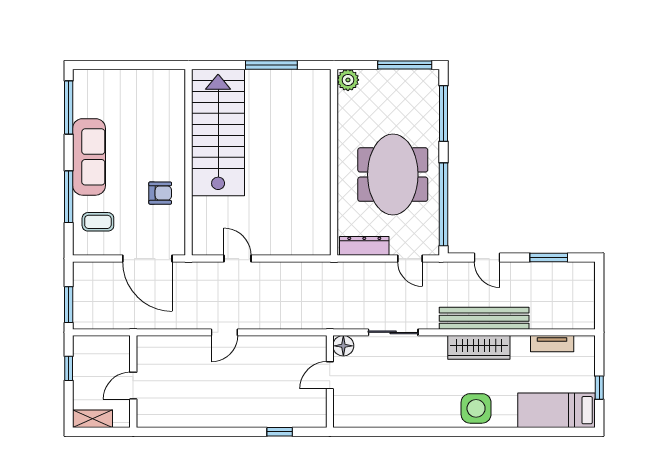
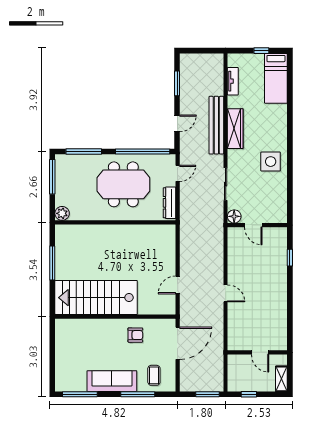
armchair: (160, 193) -> (135, 335), turned 90
side table: (476, 408) -> (271, 162), moved

